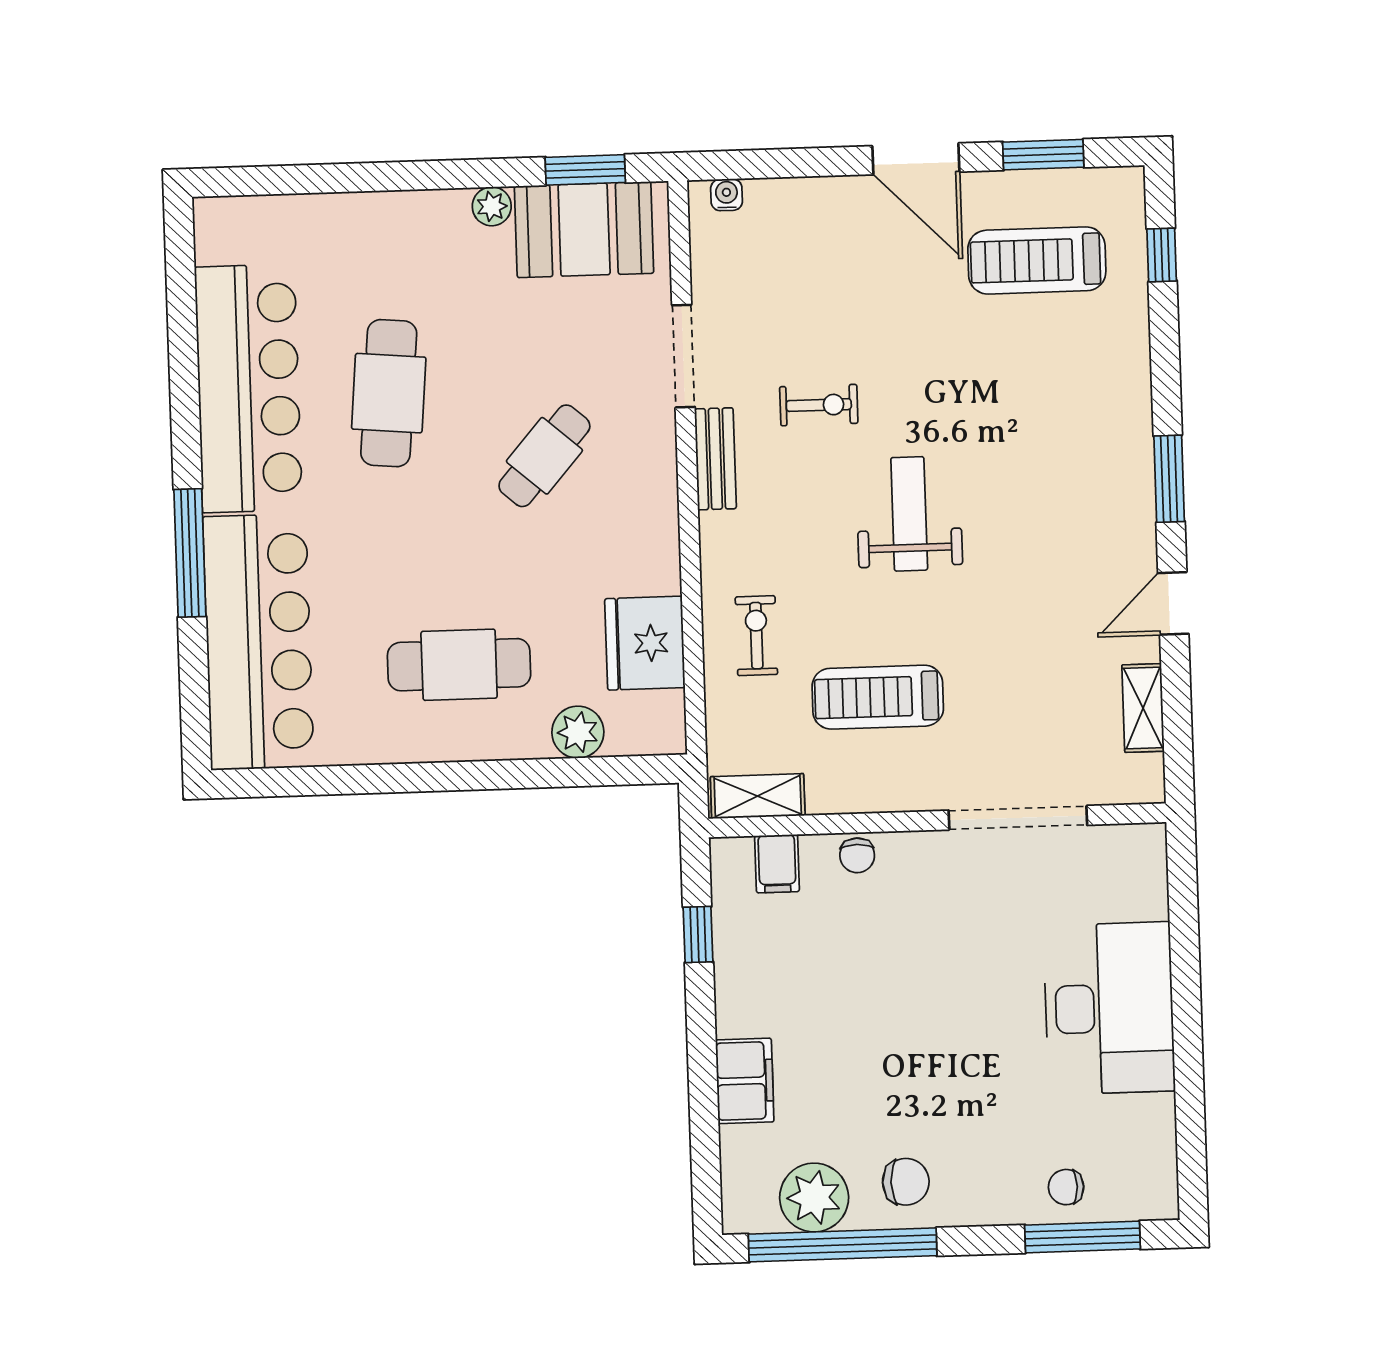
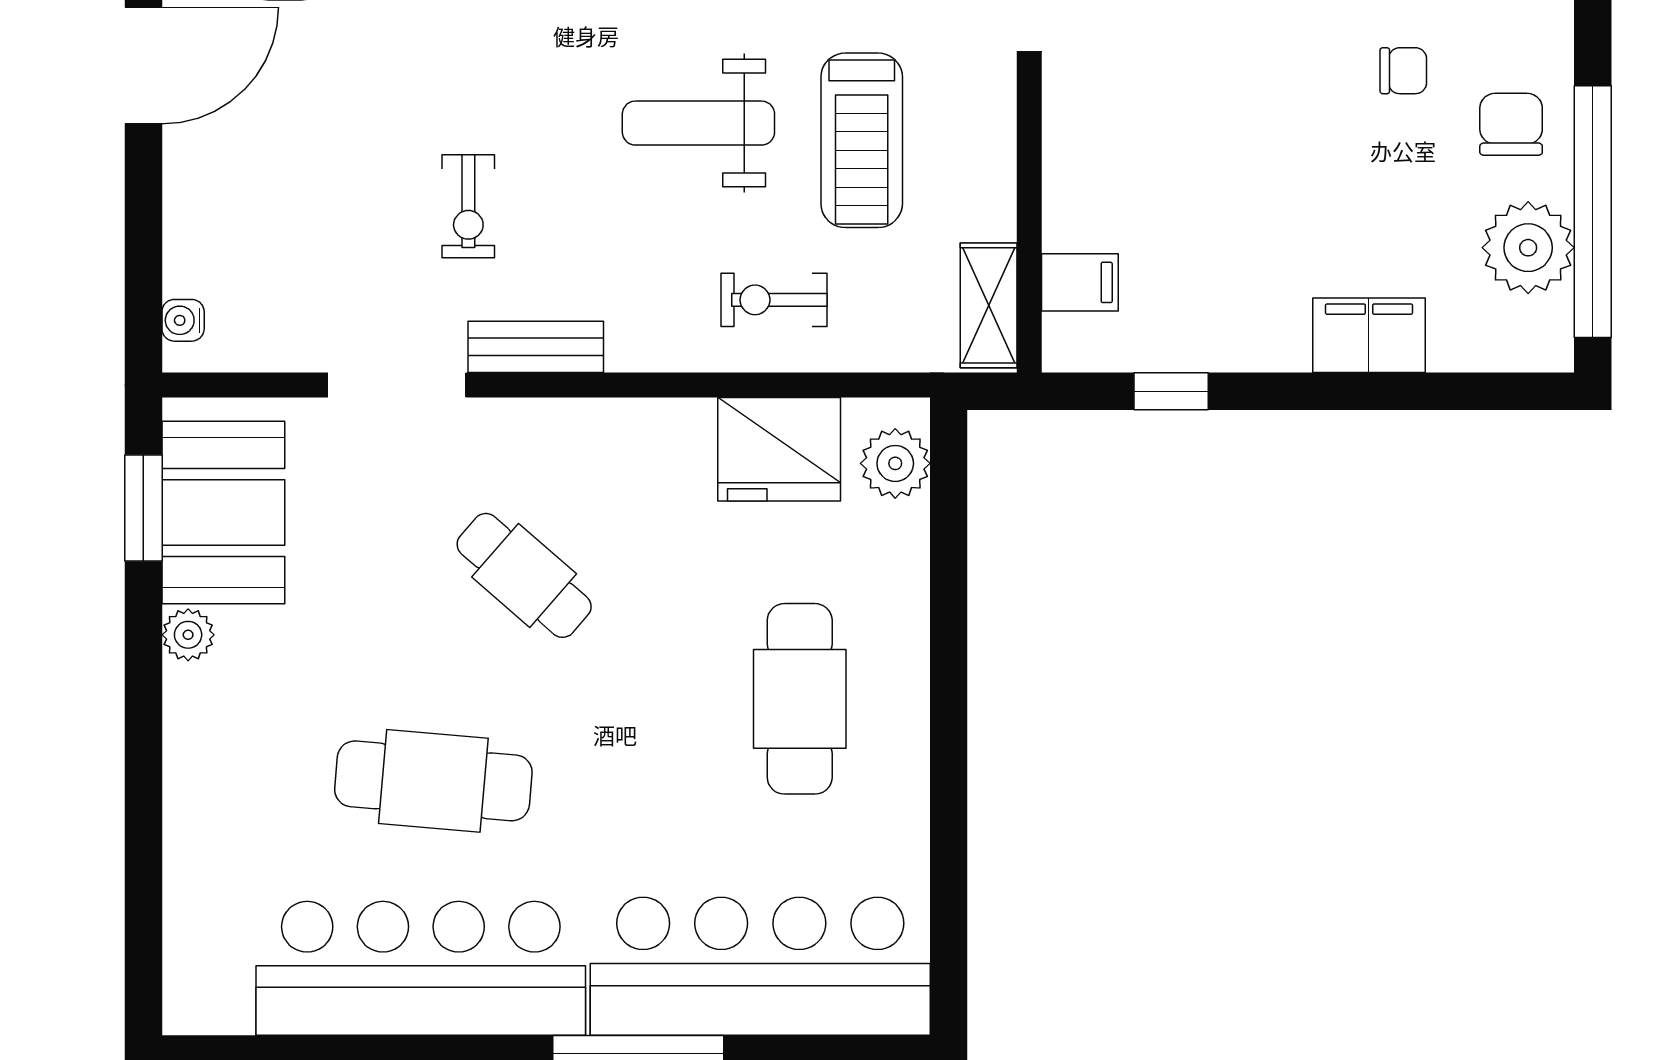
exercise bike: (819, 405) -> (468, 206), turned 180
weight bench: (909, 514) -> (698, 123), moved
plant: (578, 732) -> (895, 463), moved
chair: (857, 855) -> (1403, 71), moved

